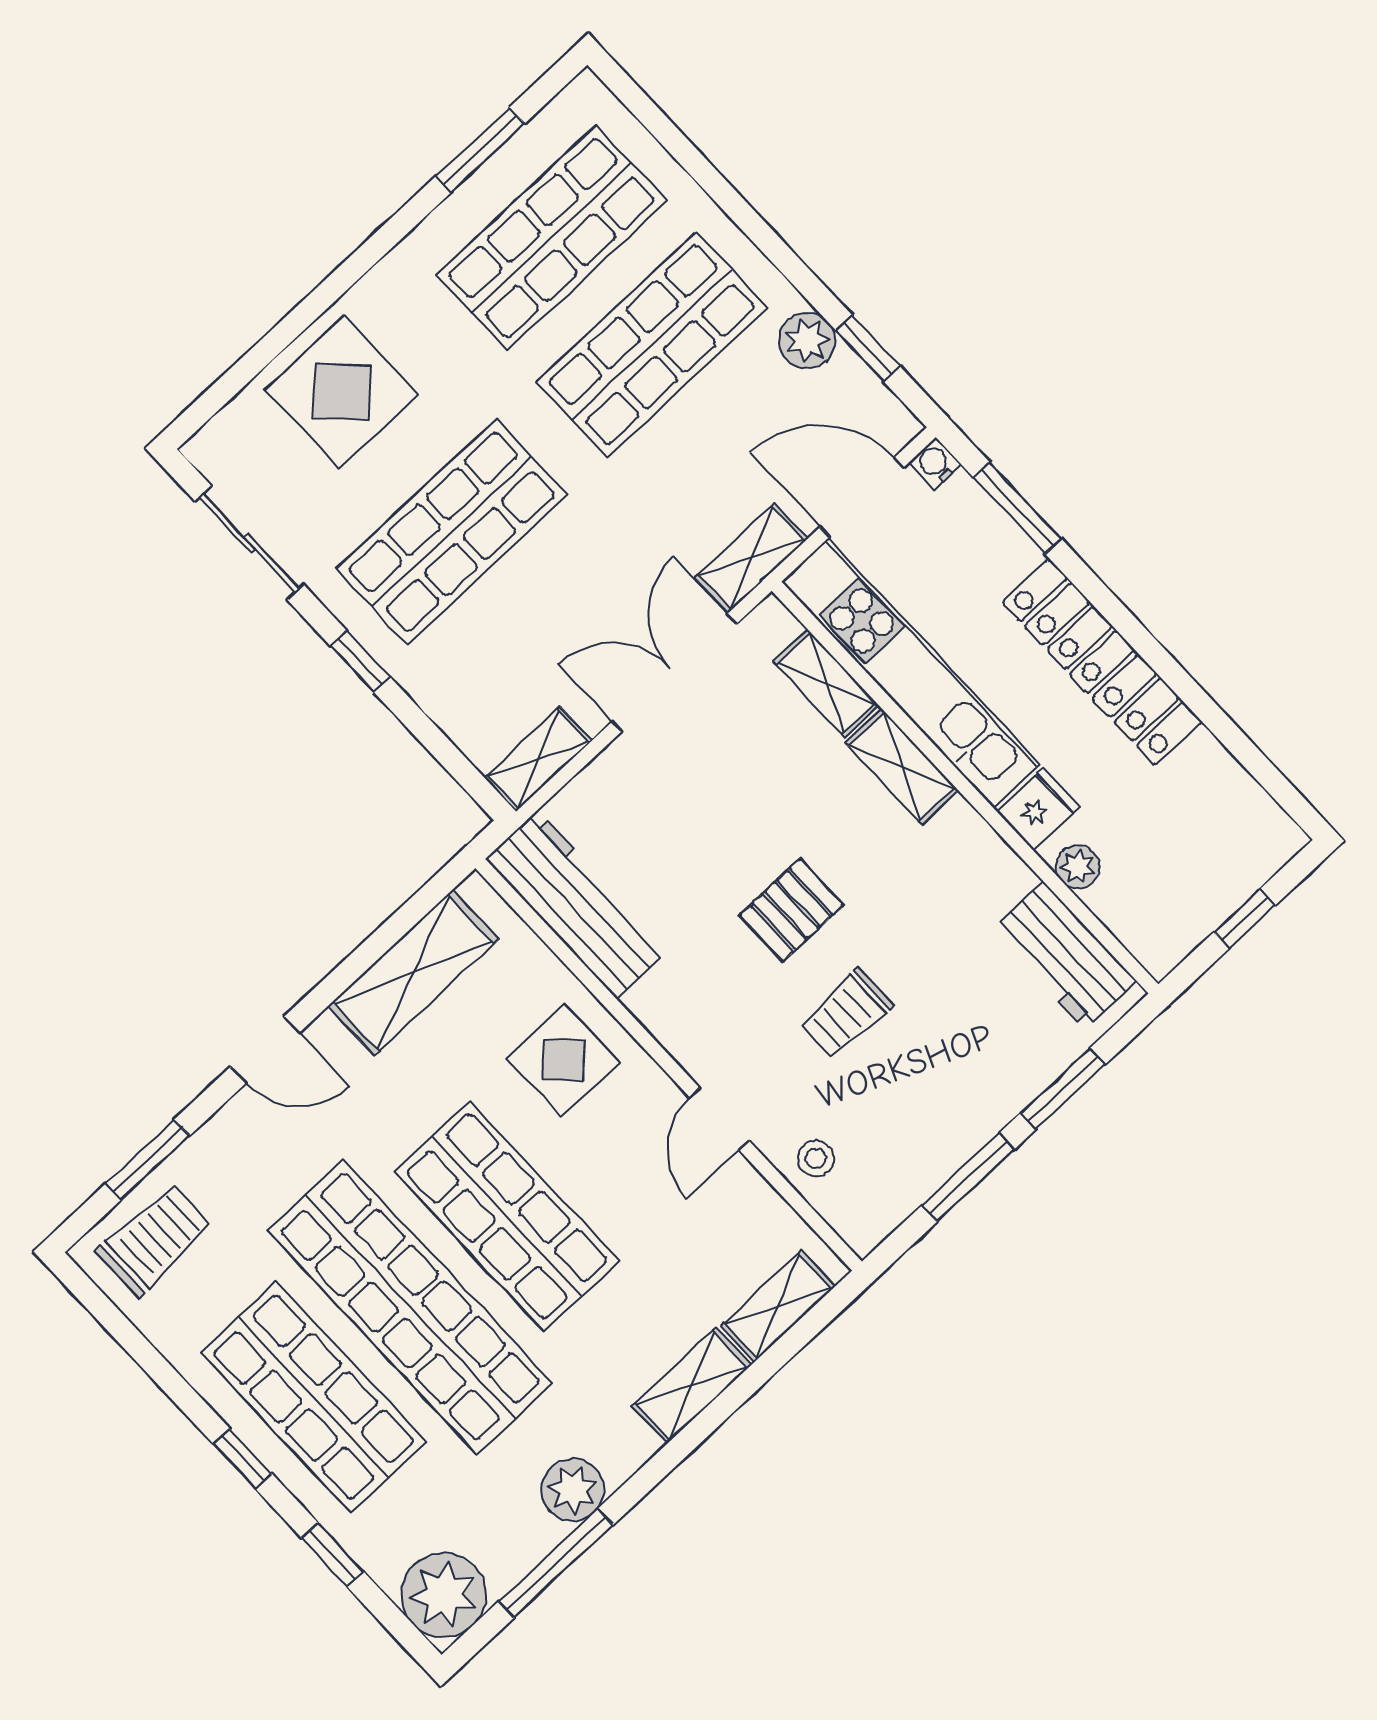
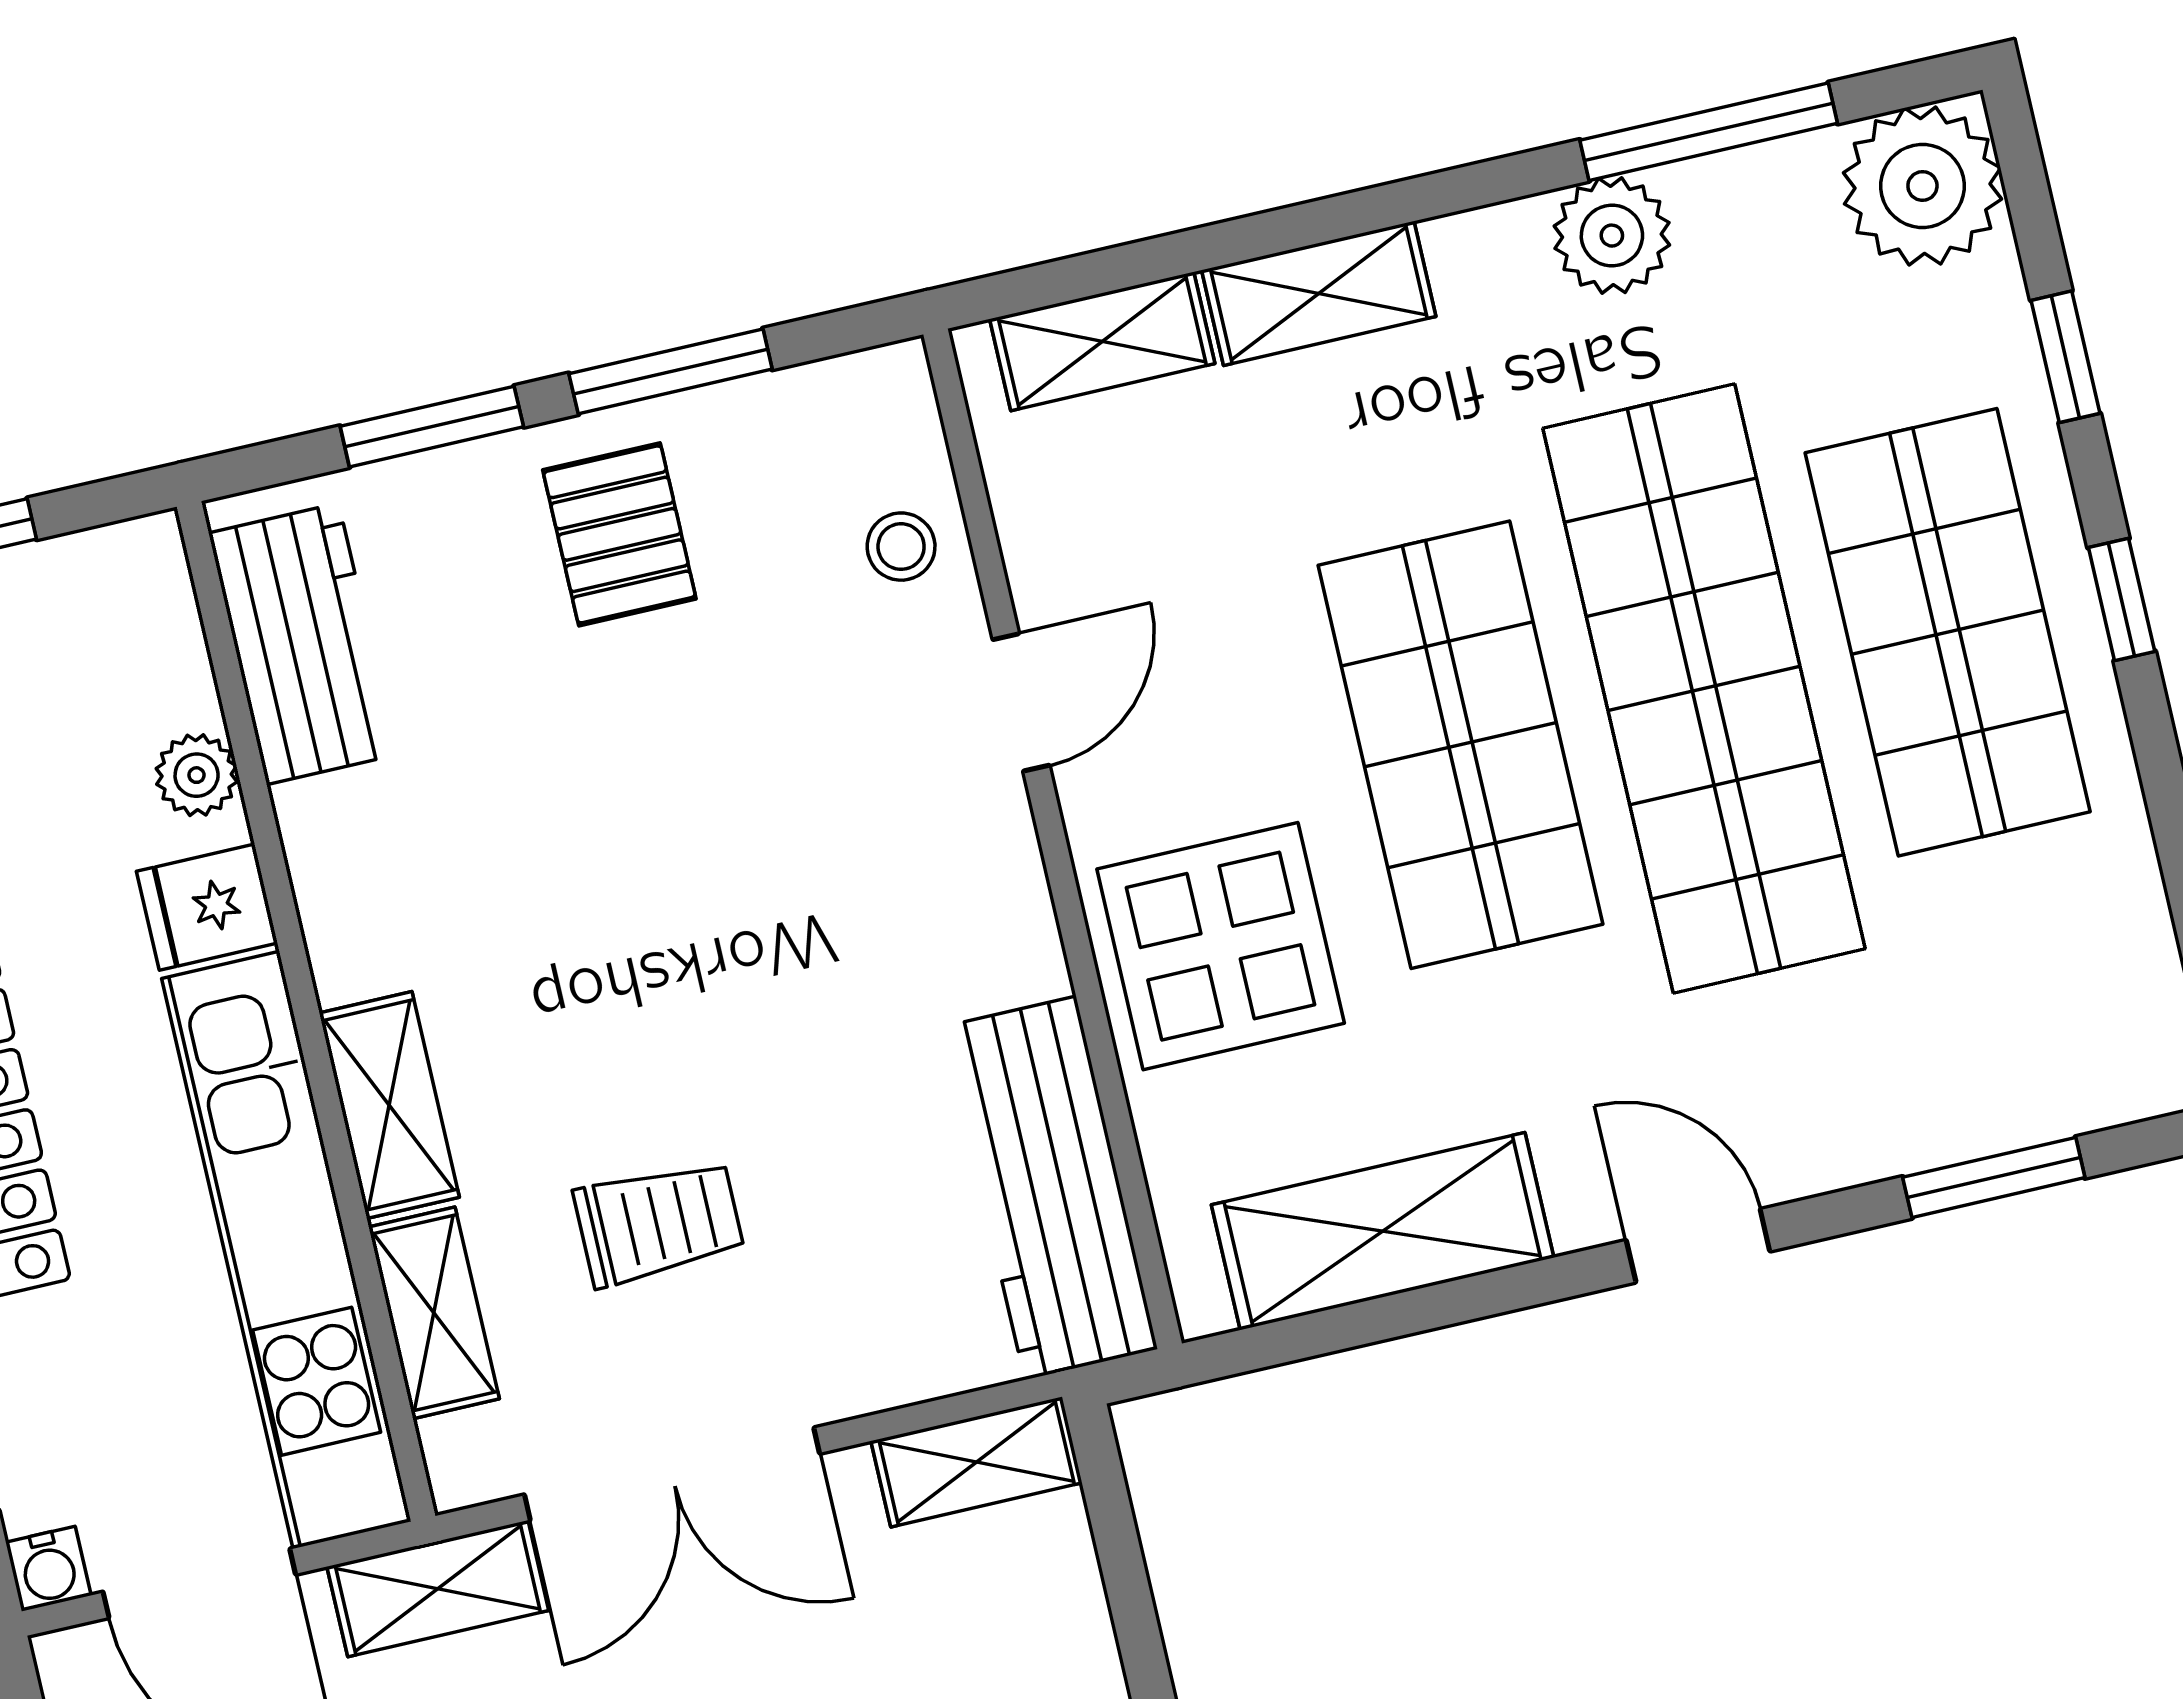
pallet: (792, 910) -> (619, 534), moved, turned 90
trolley: (846, 1014) -> (659, 1223), moved
display table: (563, 1060) -> (1221, 946), width x1.36, depth x1.36
trolley: (154, 1240) -> (2058, 1040), removed

